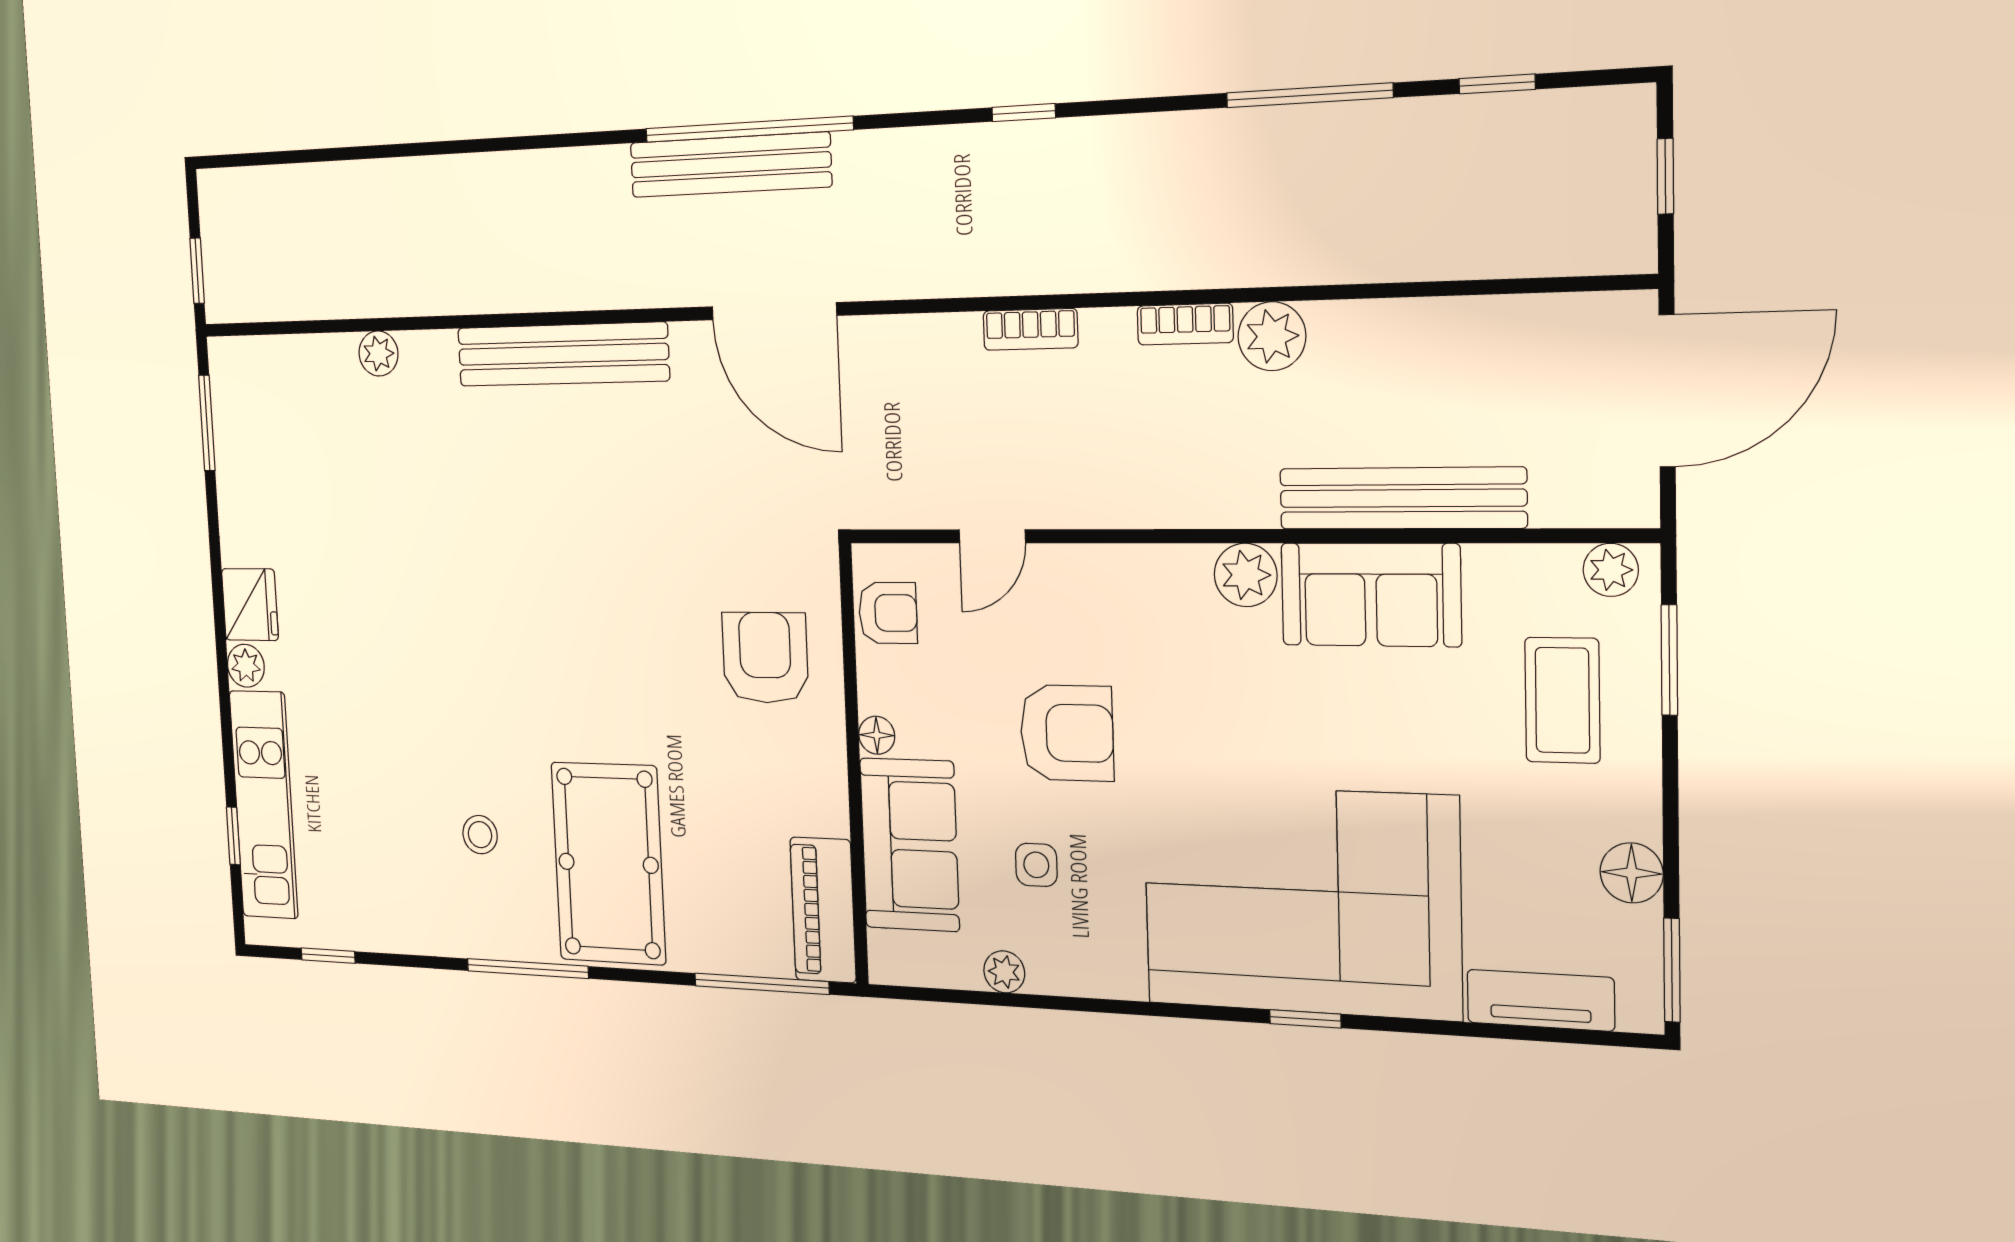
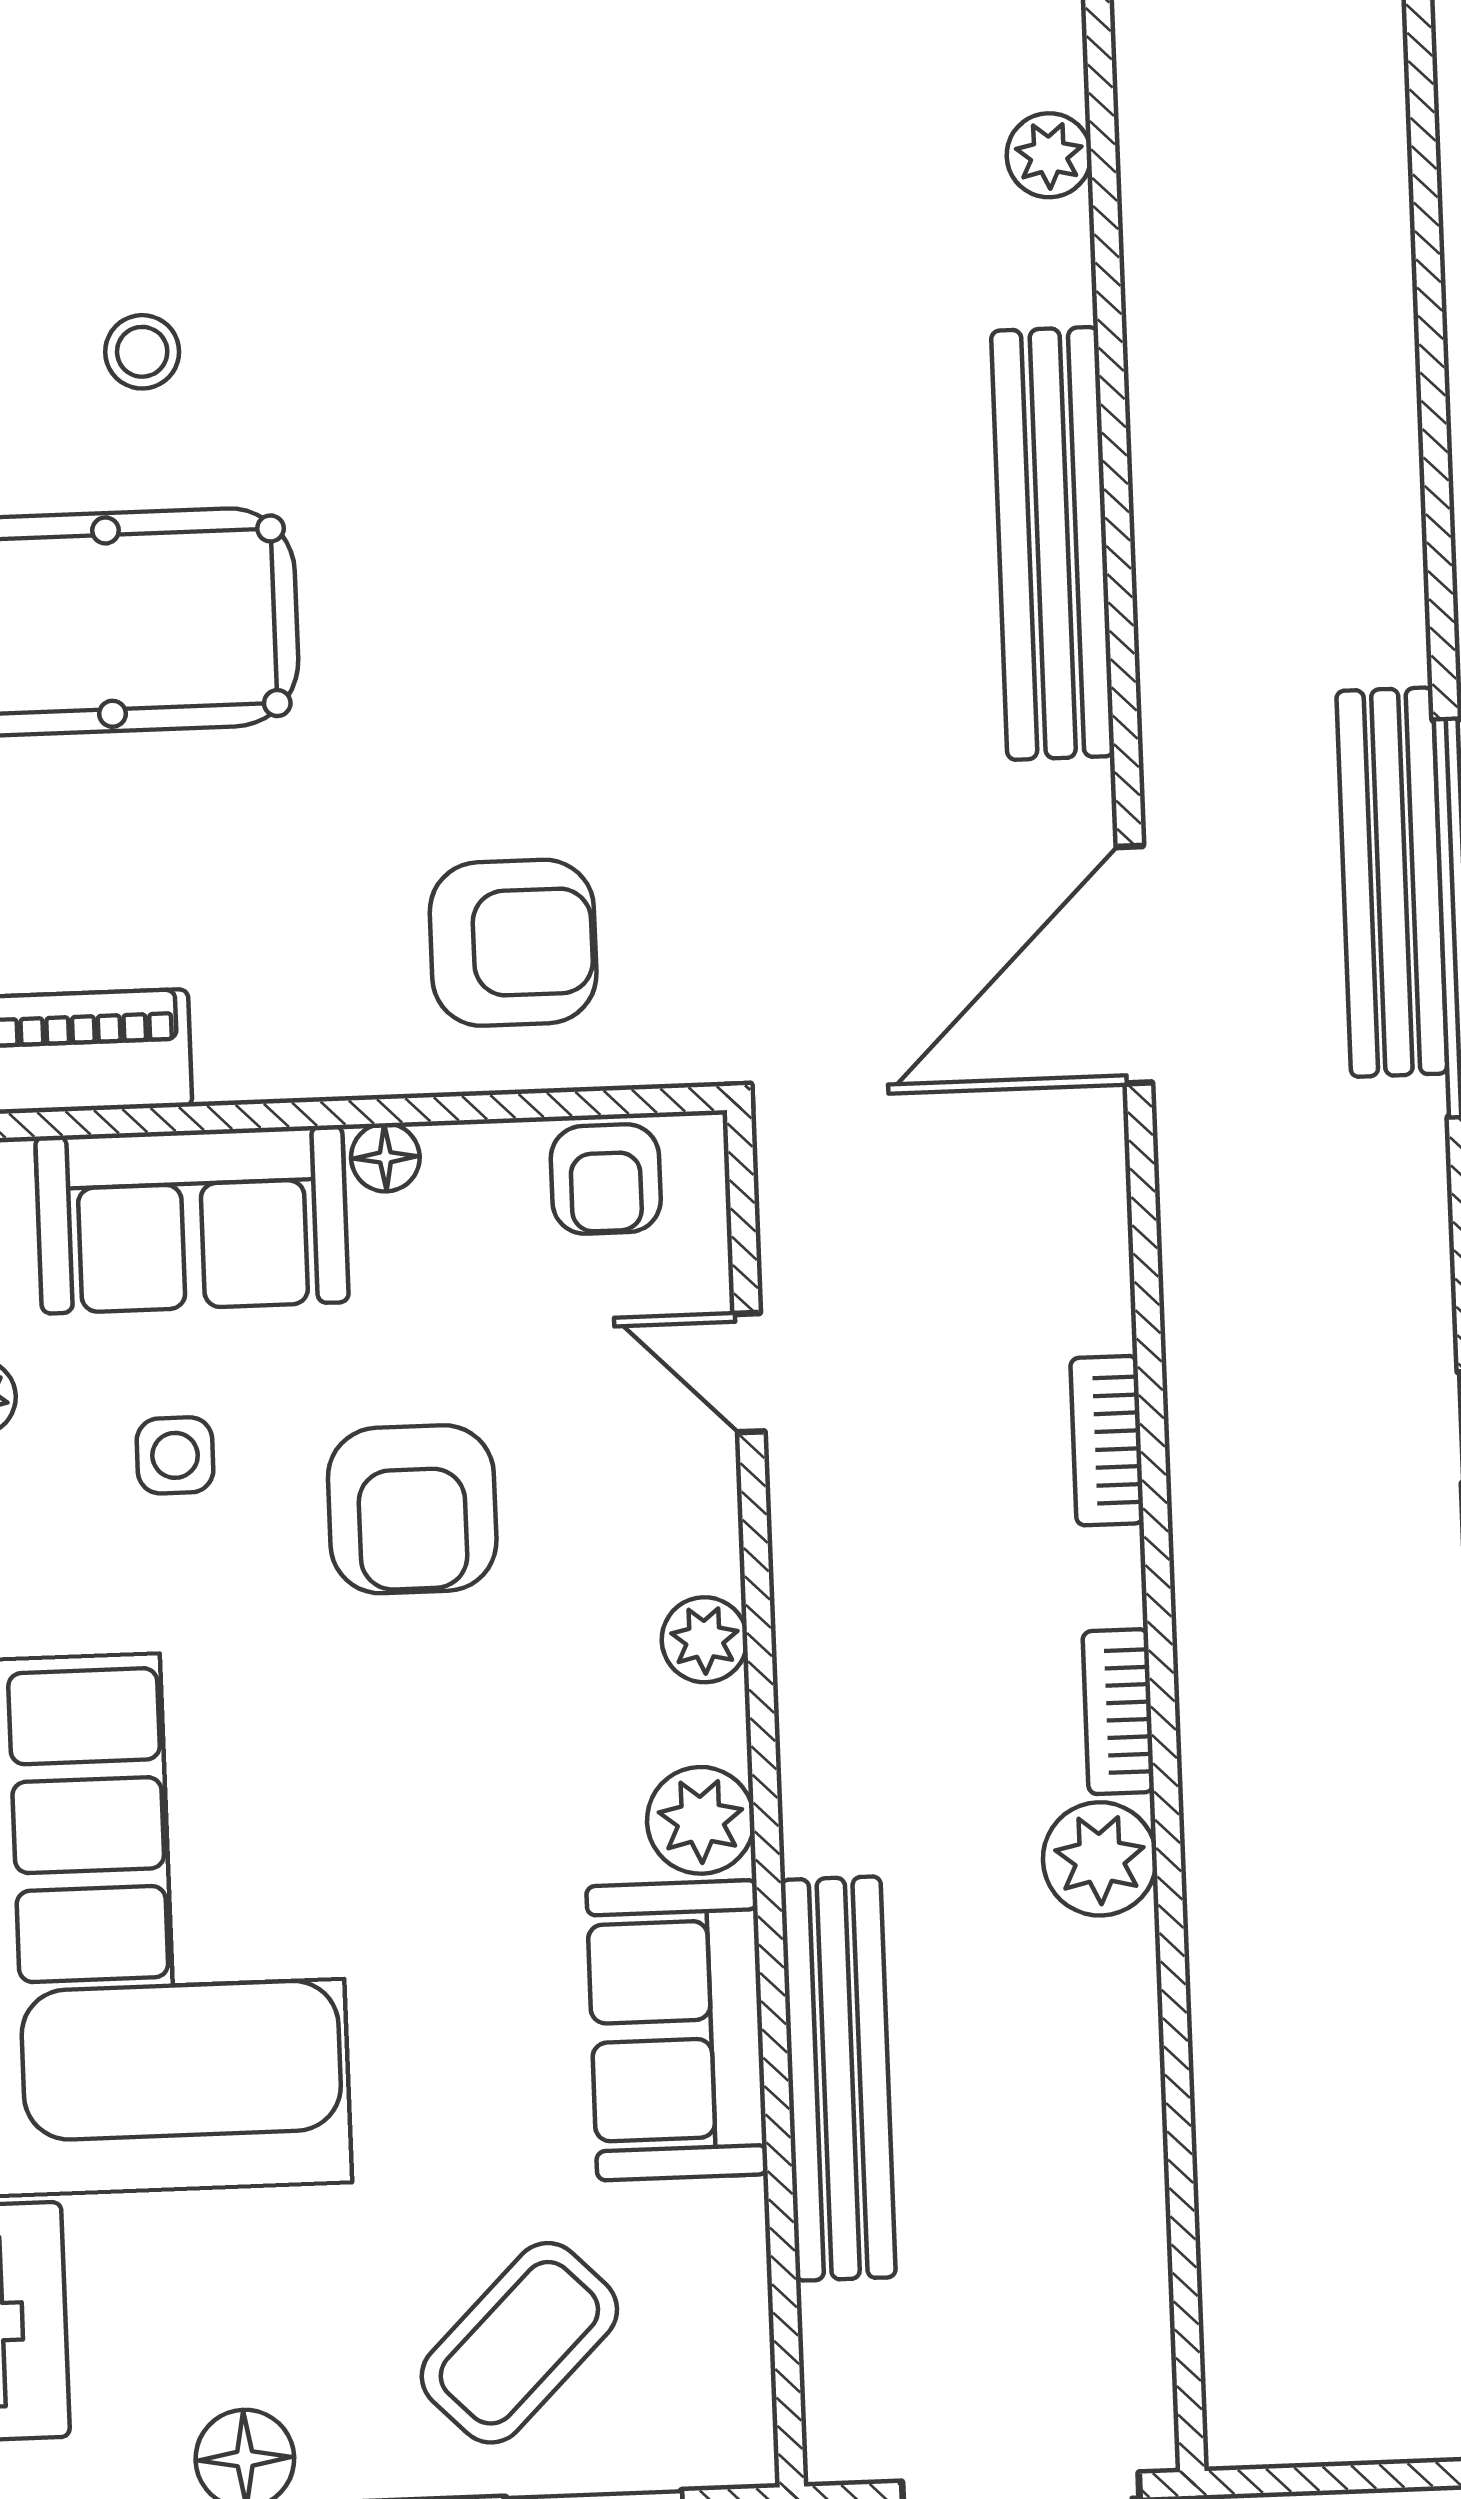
window: (1665, 176) -> (1355, 2477), removed
plant: (1611, 570) -> (705, 1640), moved
coffee table: (1562, 700) -> (519, 2343), turned -45

